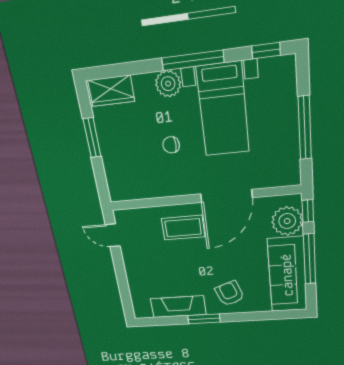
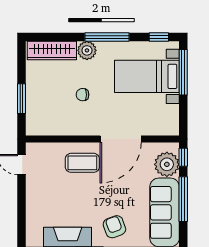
wardrobe: (111, 91) -> (52, 50), width x1.50
bed with nightstands: (223, 110) -> (147, 76), moved, turned 90
window: (305, 128) -> (183, 72), moved
window: (92, 138) -> (22, 99), moved

